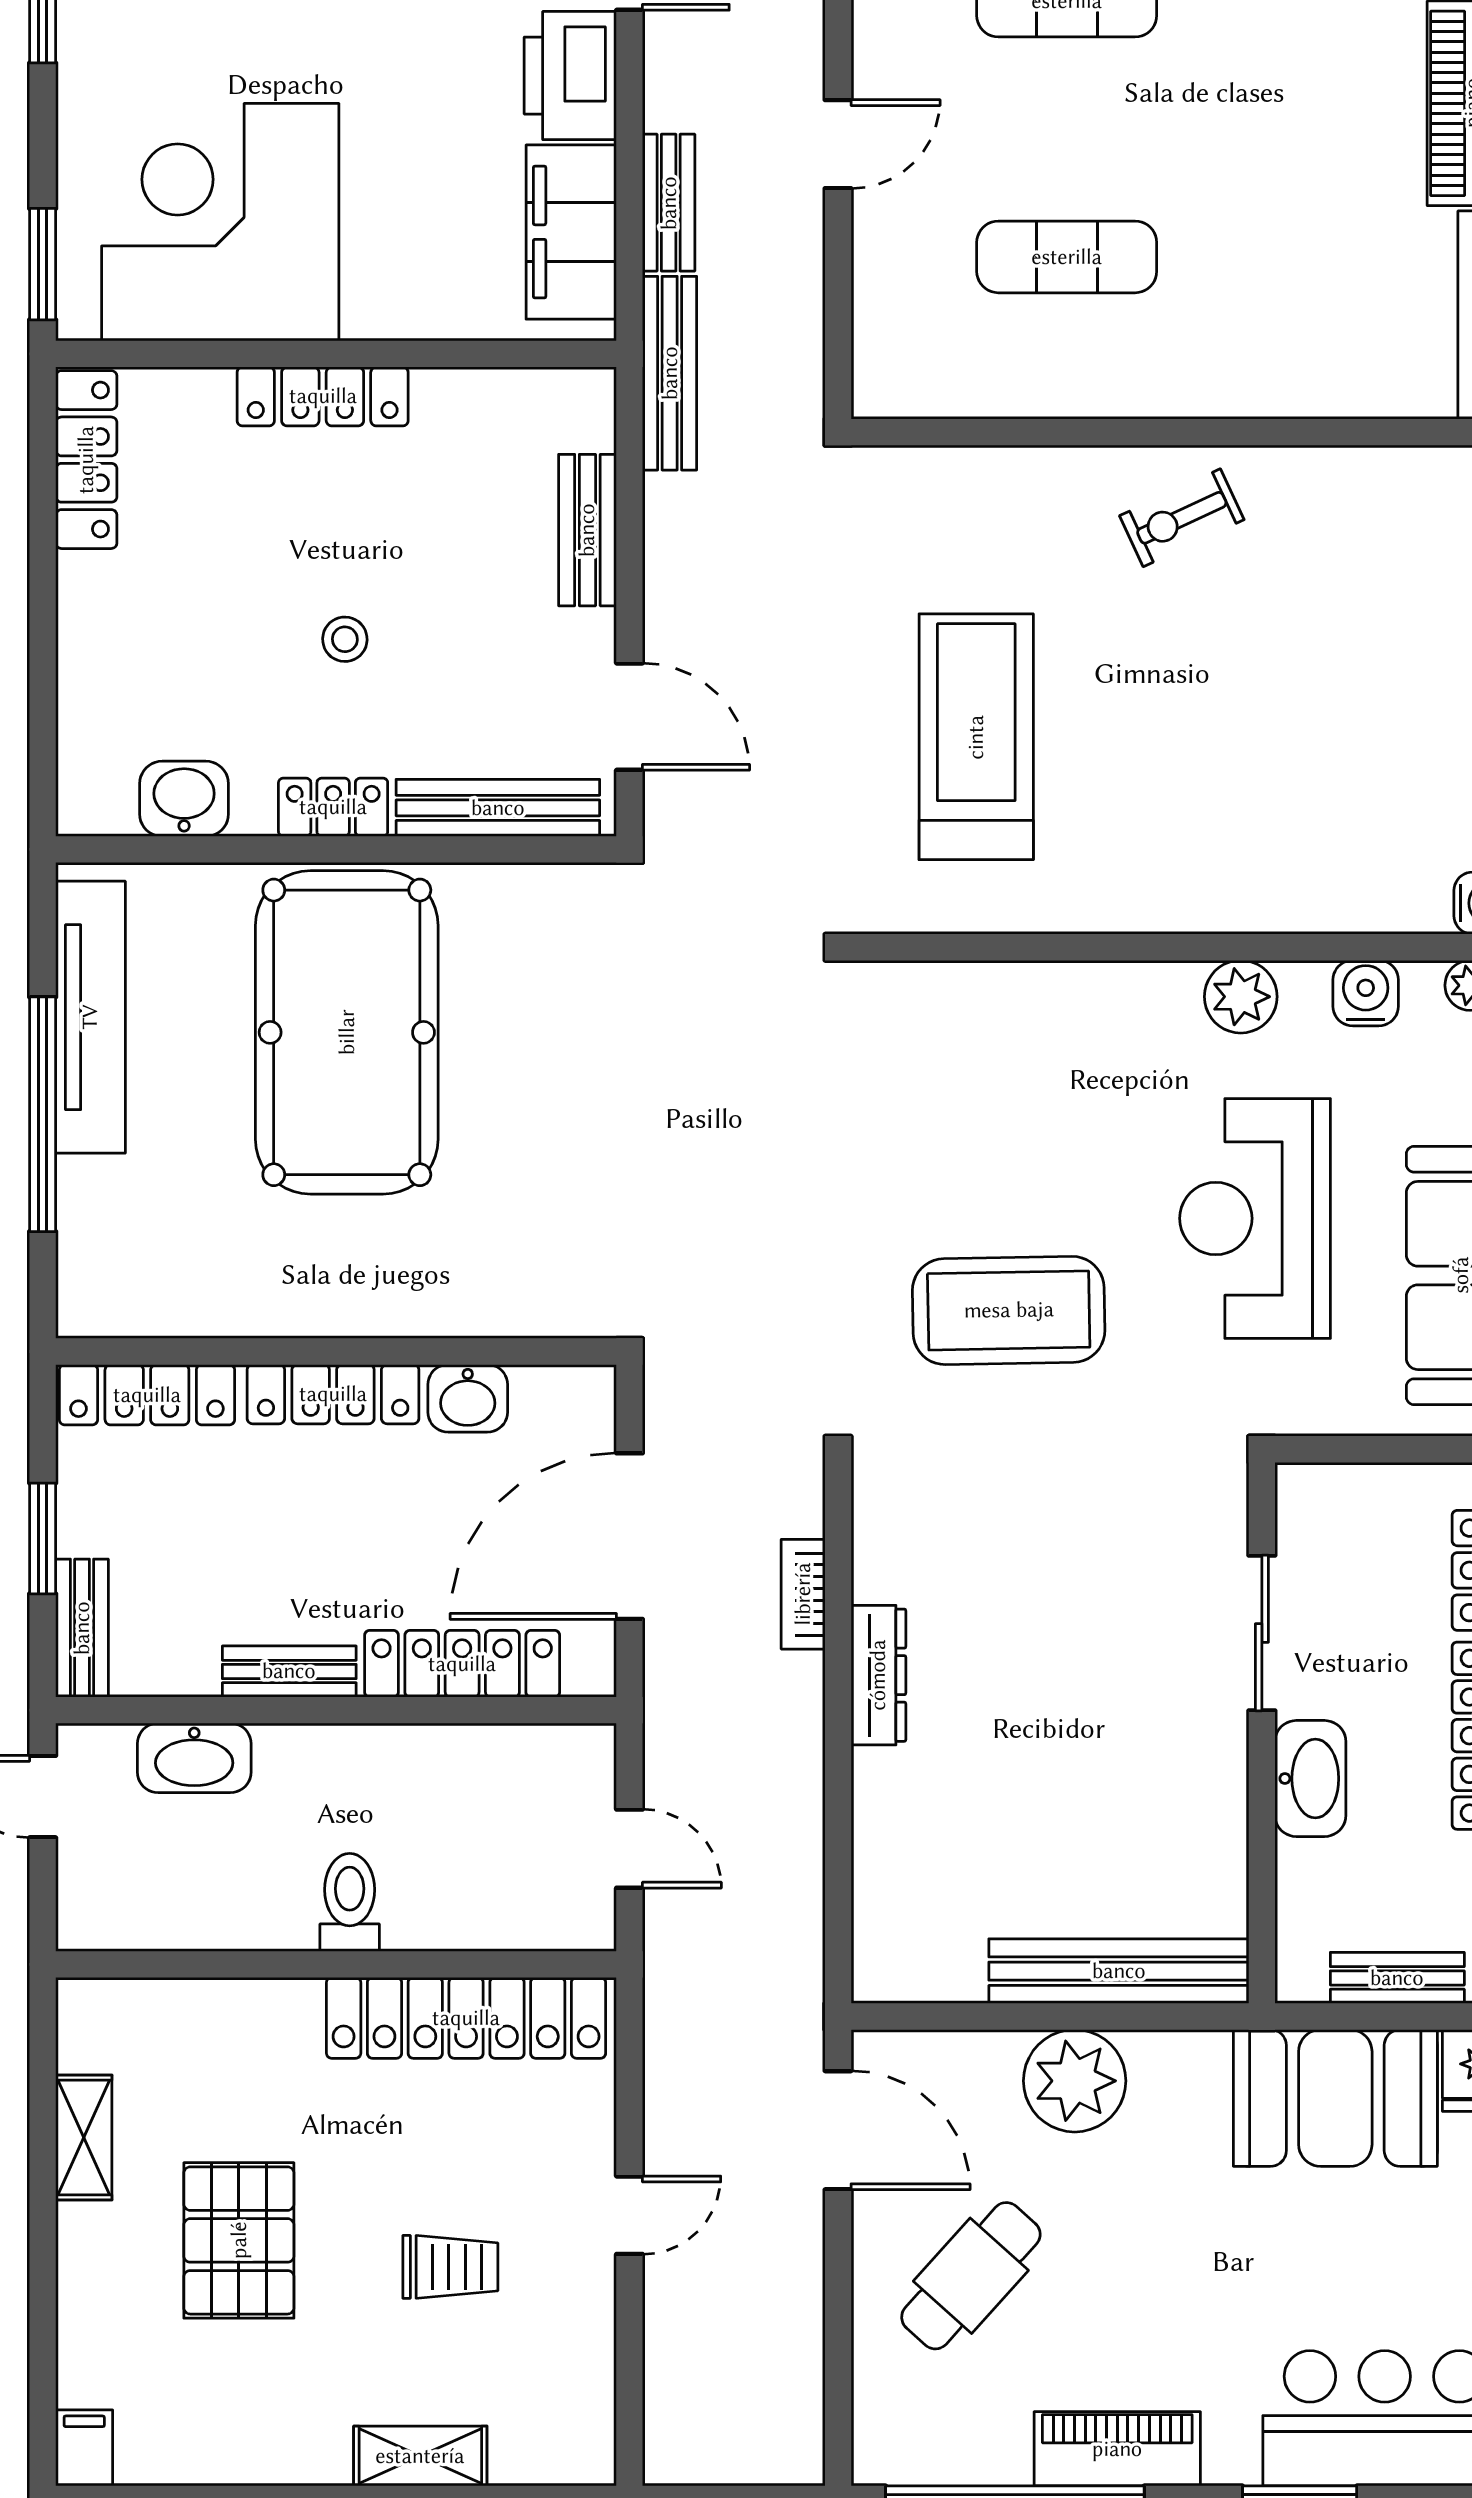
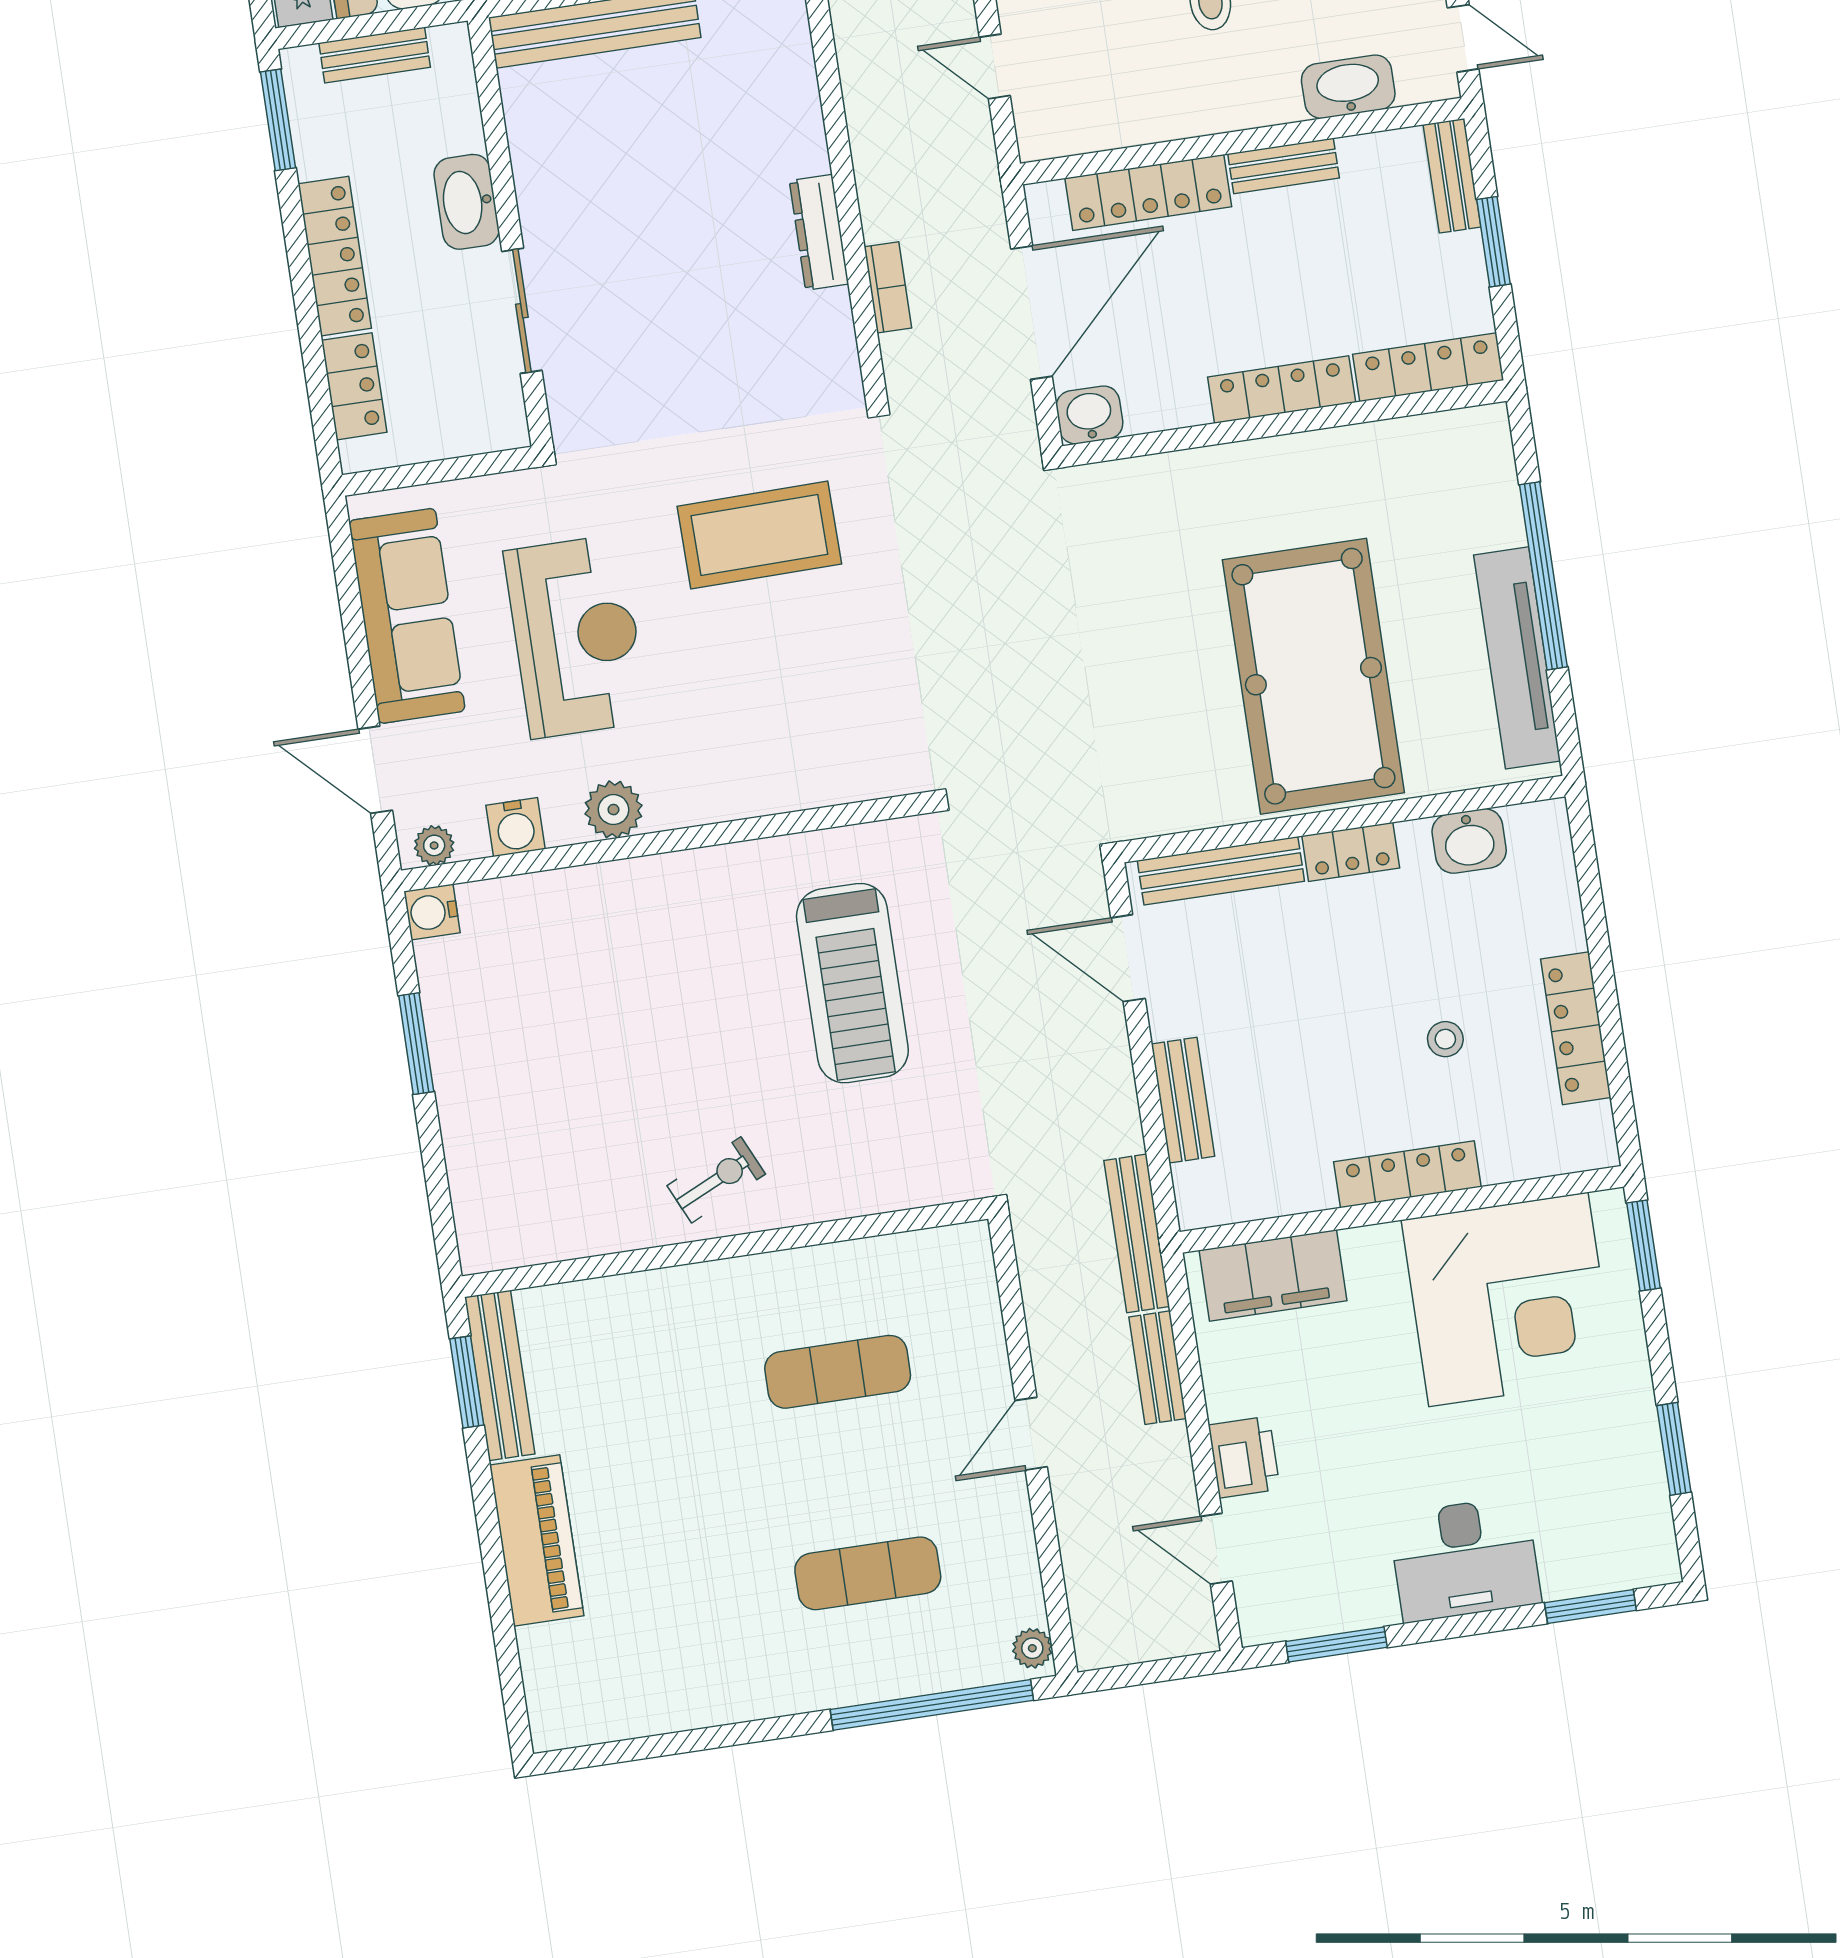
printer: (570, 76) -> (1244, 1457), width x0.73, depth x0.84
filing cabinet: (571, 232) -> (1273, 1275), moved, turned 90
locker: (86, 460) -> (1576, 1028), moved
stool: (345, 639) -> (1445, 1039), moved
washbasin: (468, 1398) -> (1089, 415), moved

